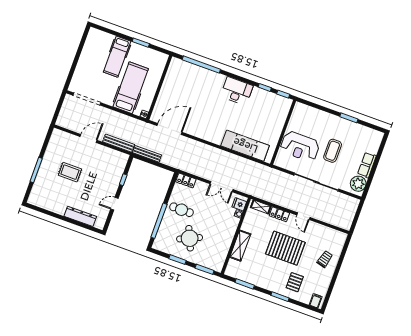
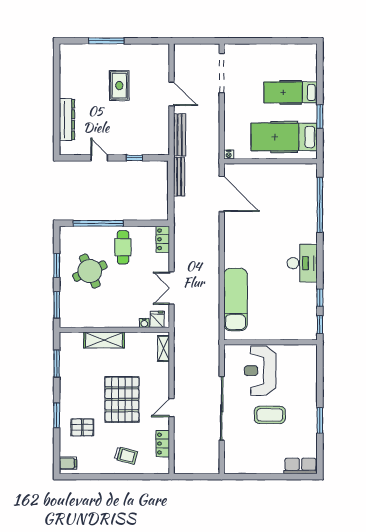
hospital bed: (131, 88) -> (284, 137), moved, turned 180
row of seats: (367, 165) -> (300, 466), moved
plant: (358, 184) -> (239, 463), removed
locker: (279, 214) -> (163, 444), moved

